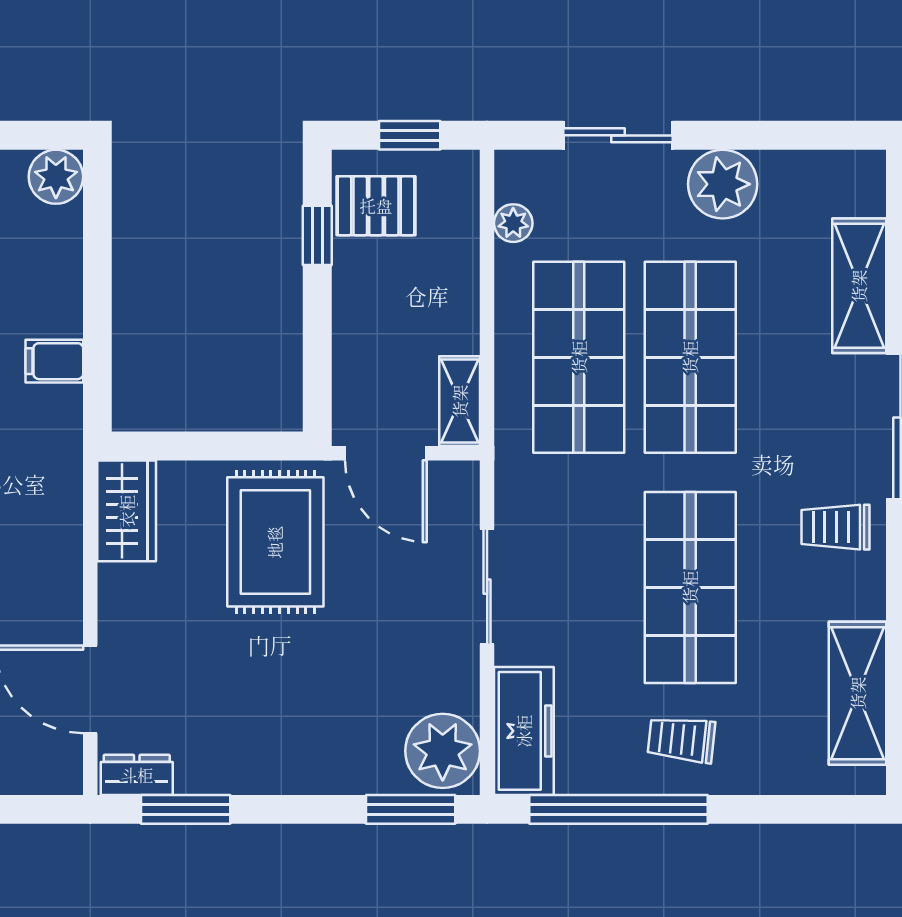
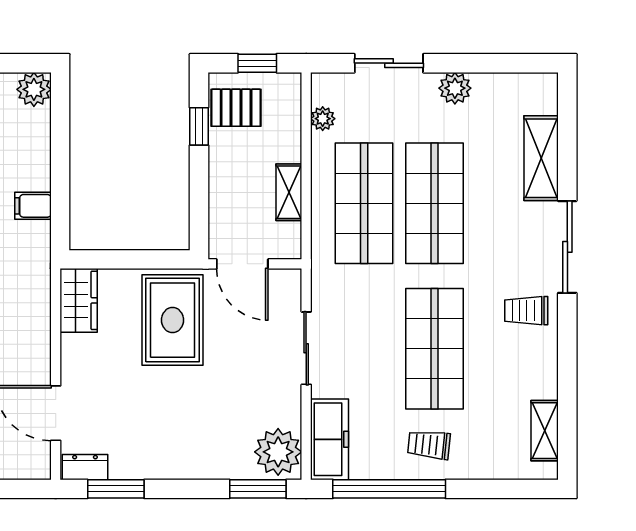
plant: (723, 184) -> (455, 88), width x0.73, depth x0.73
shelving: (460, 401) -> (289, 192), moved
shelving: (858, 693) -> (545, 431), width x0.67, depth x0.75

